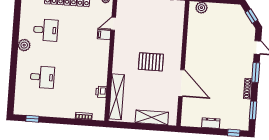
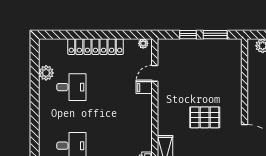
plant: (24, 45) -> (46, 73), moved

